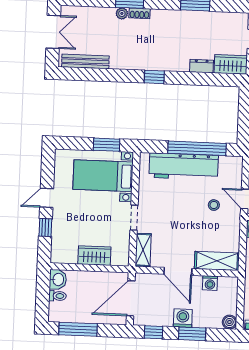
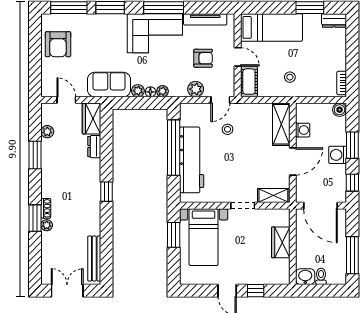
plant: (219, 18) -> (47, 132), added

